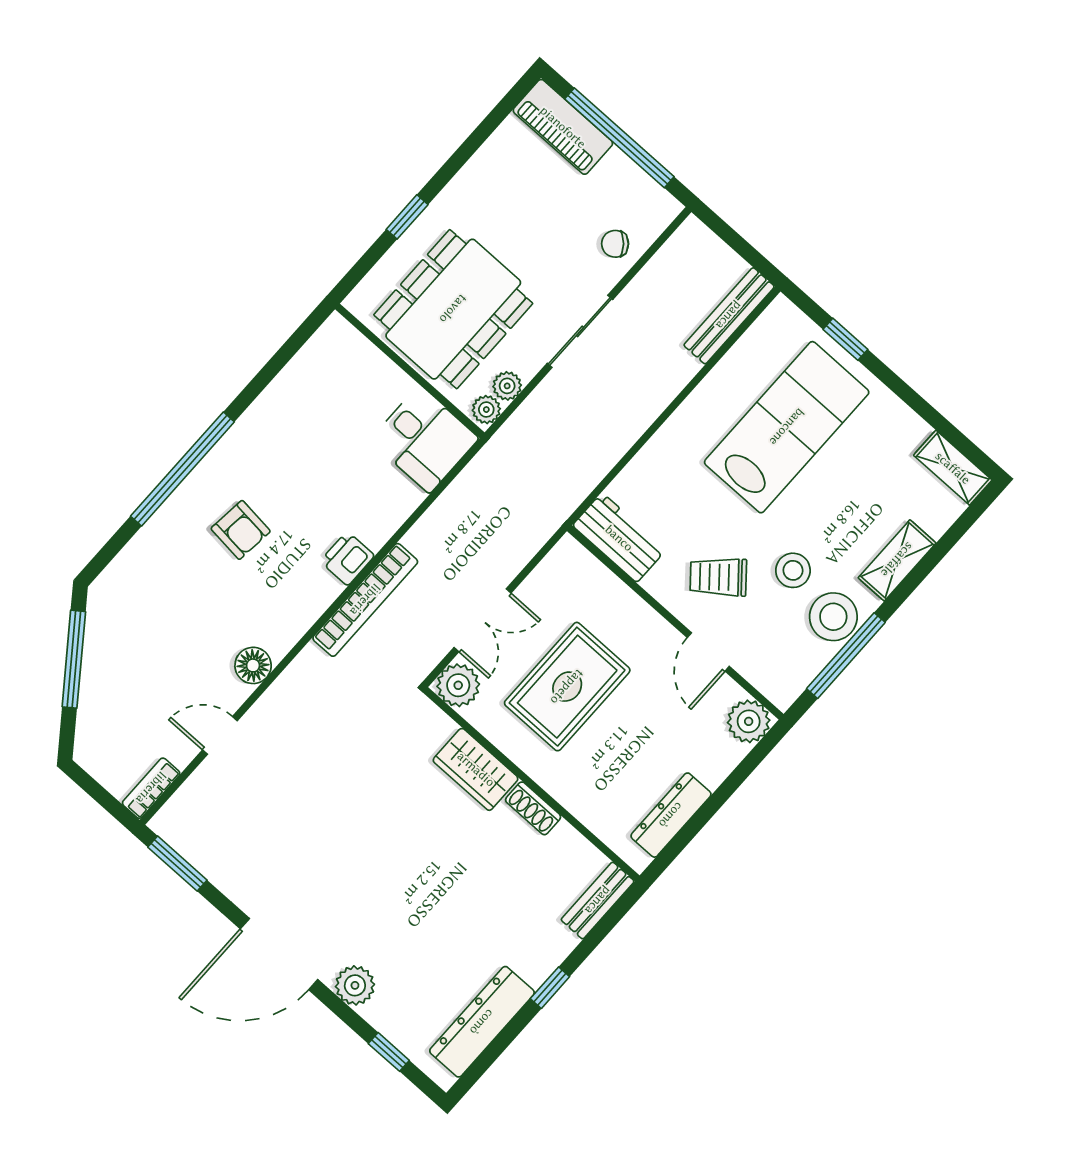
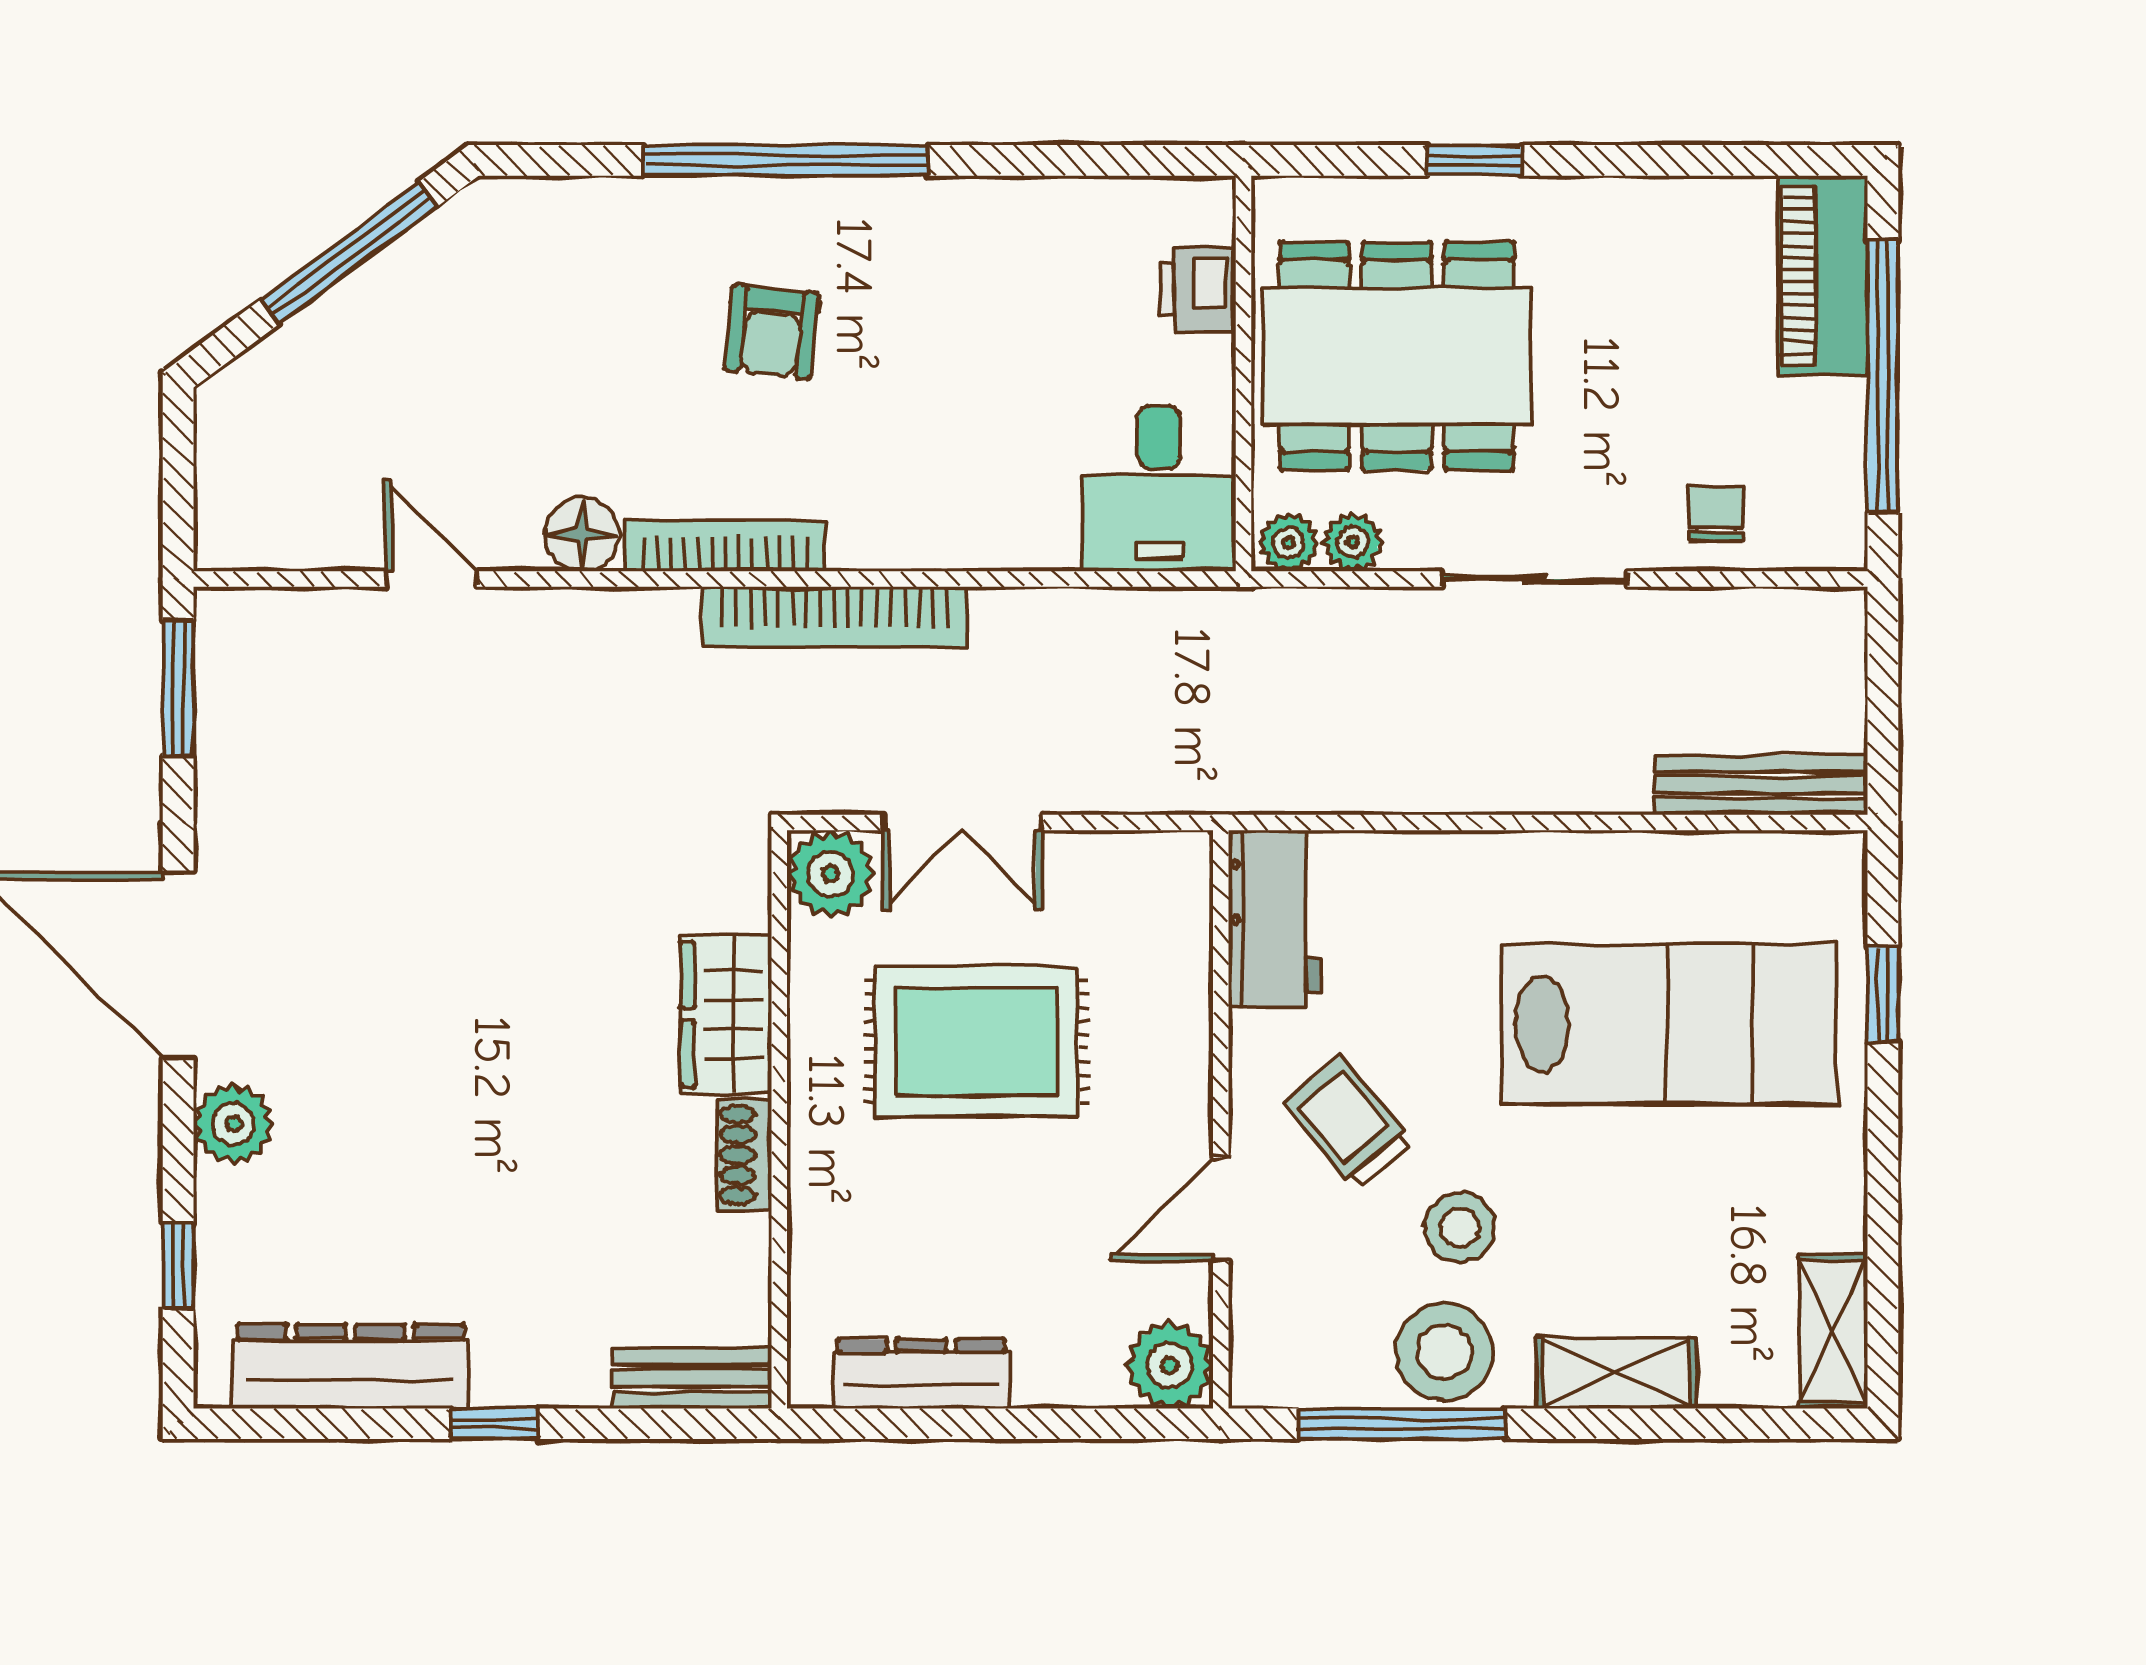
chair: (615, 244) -> (1716, 514), turned 41
printer: (347, 558) -> (1197, 290), moved, turned -90
bookcase: (151, 788) -> (725, 546), moved, width x1.56

